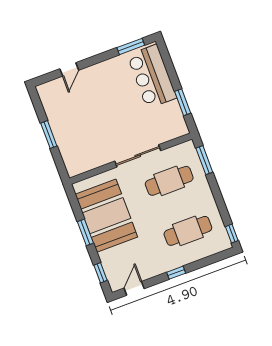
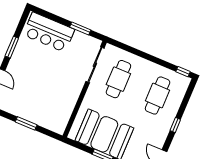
window: (131, 46) -> (12, 47), moved
sliding door: (138, 156) -> (95, 65), moved
window: (204, 160) -> (126, 48), removed

